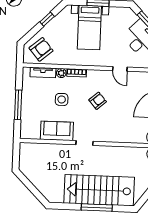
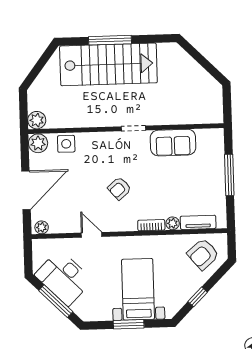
side table: (62, 99) -> (66, 144), moved

